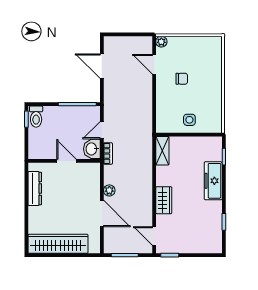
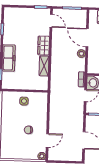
door: (154, 64) -> (47, 141), hinge flipped
shelving: (162, 151) -> (44, 66), moved

